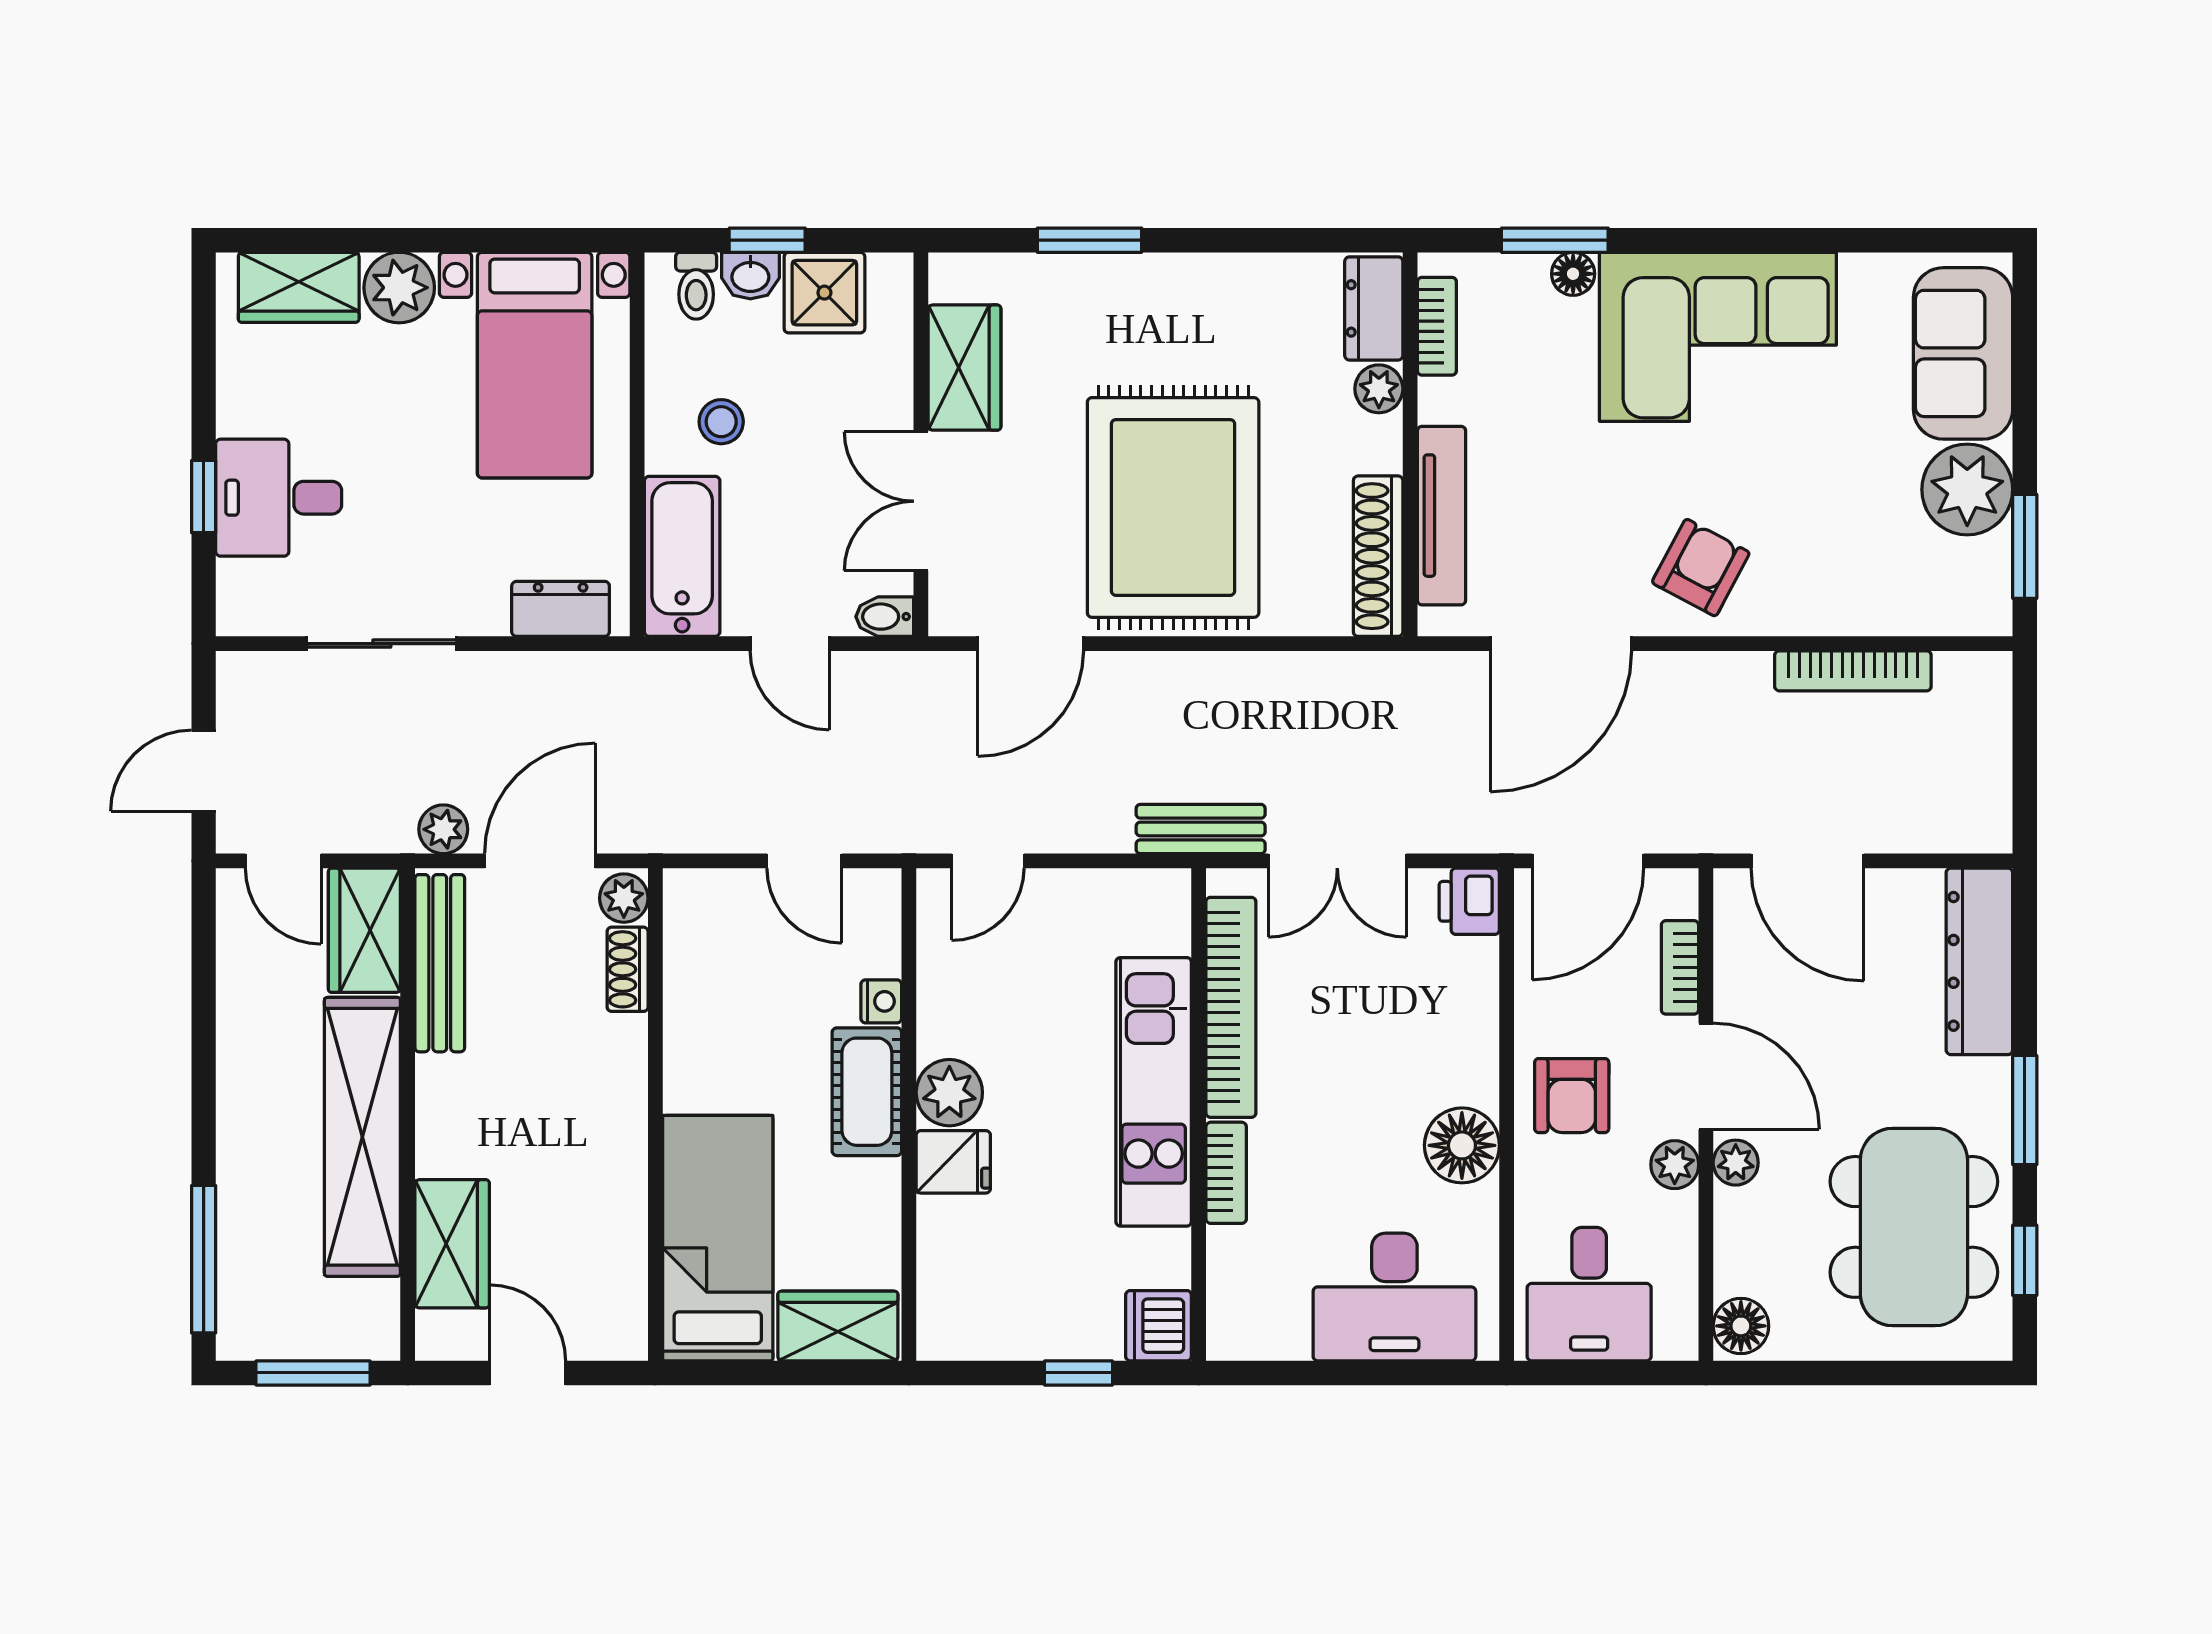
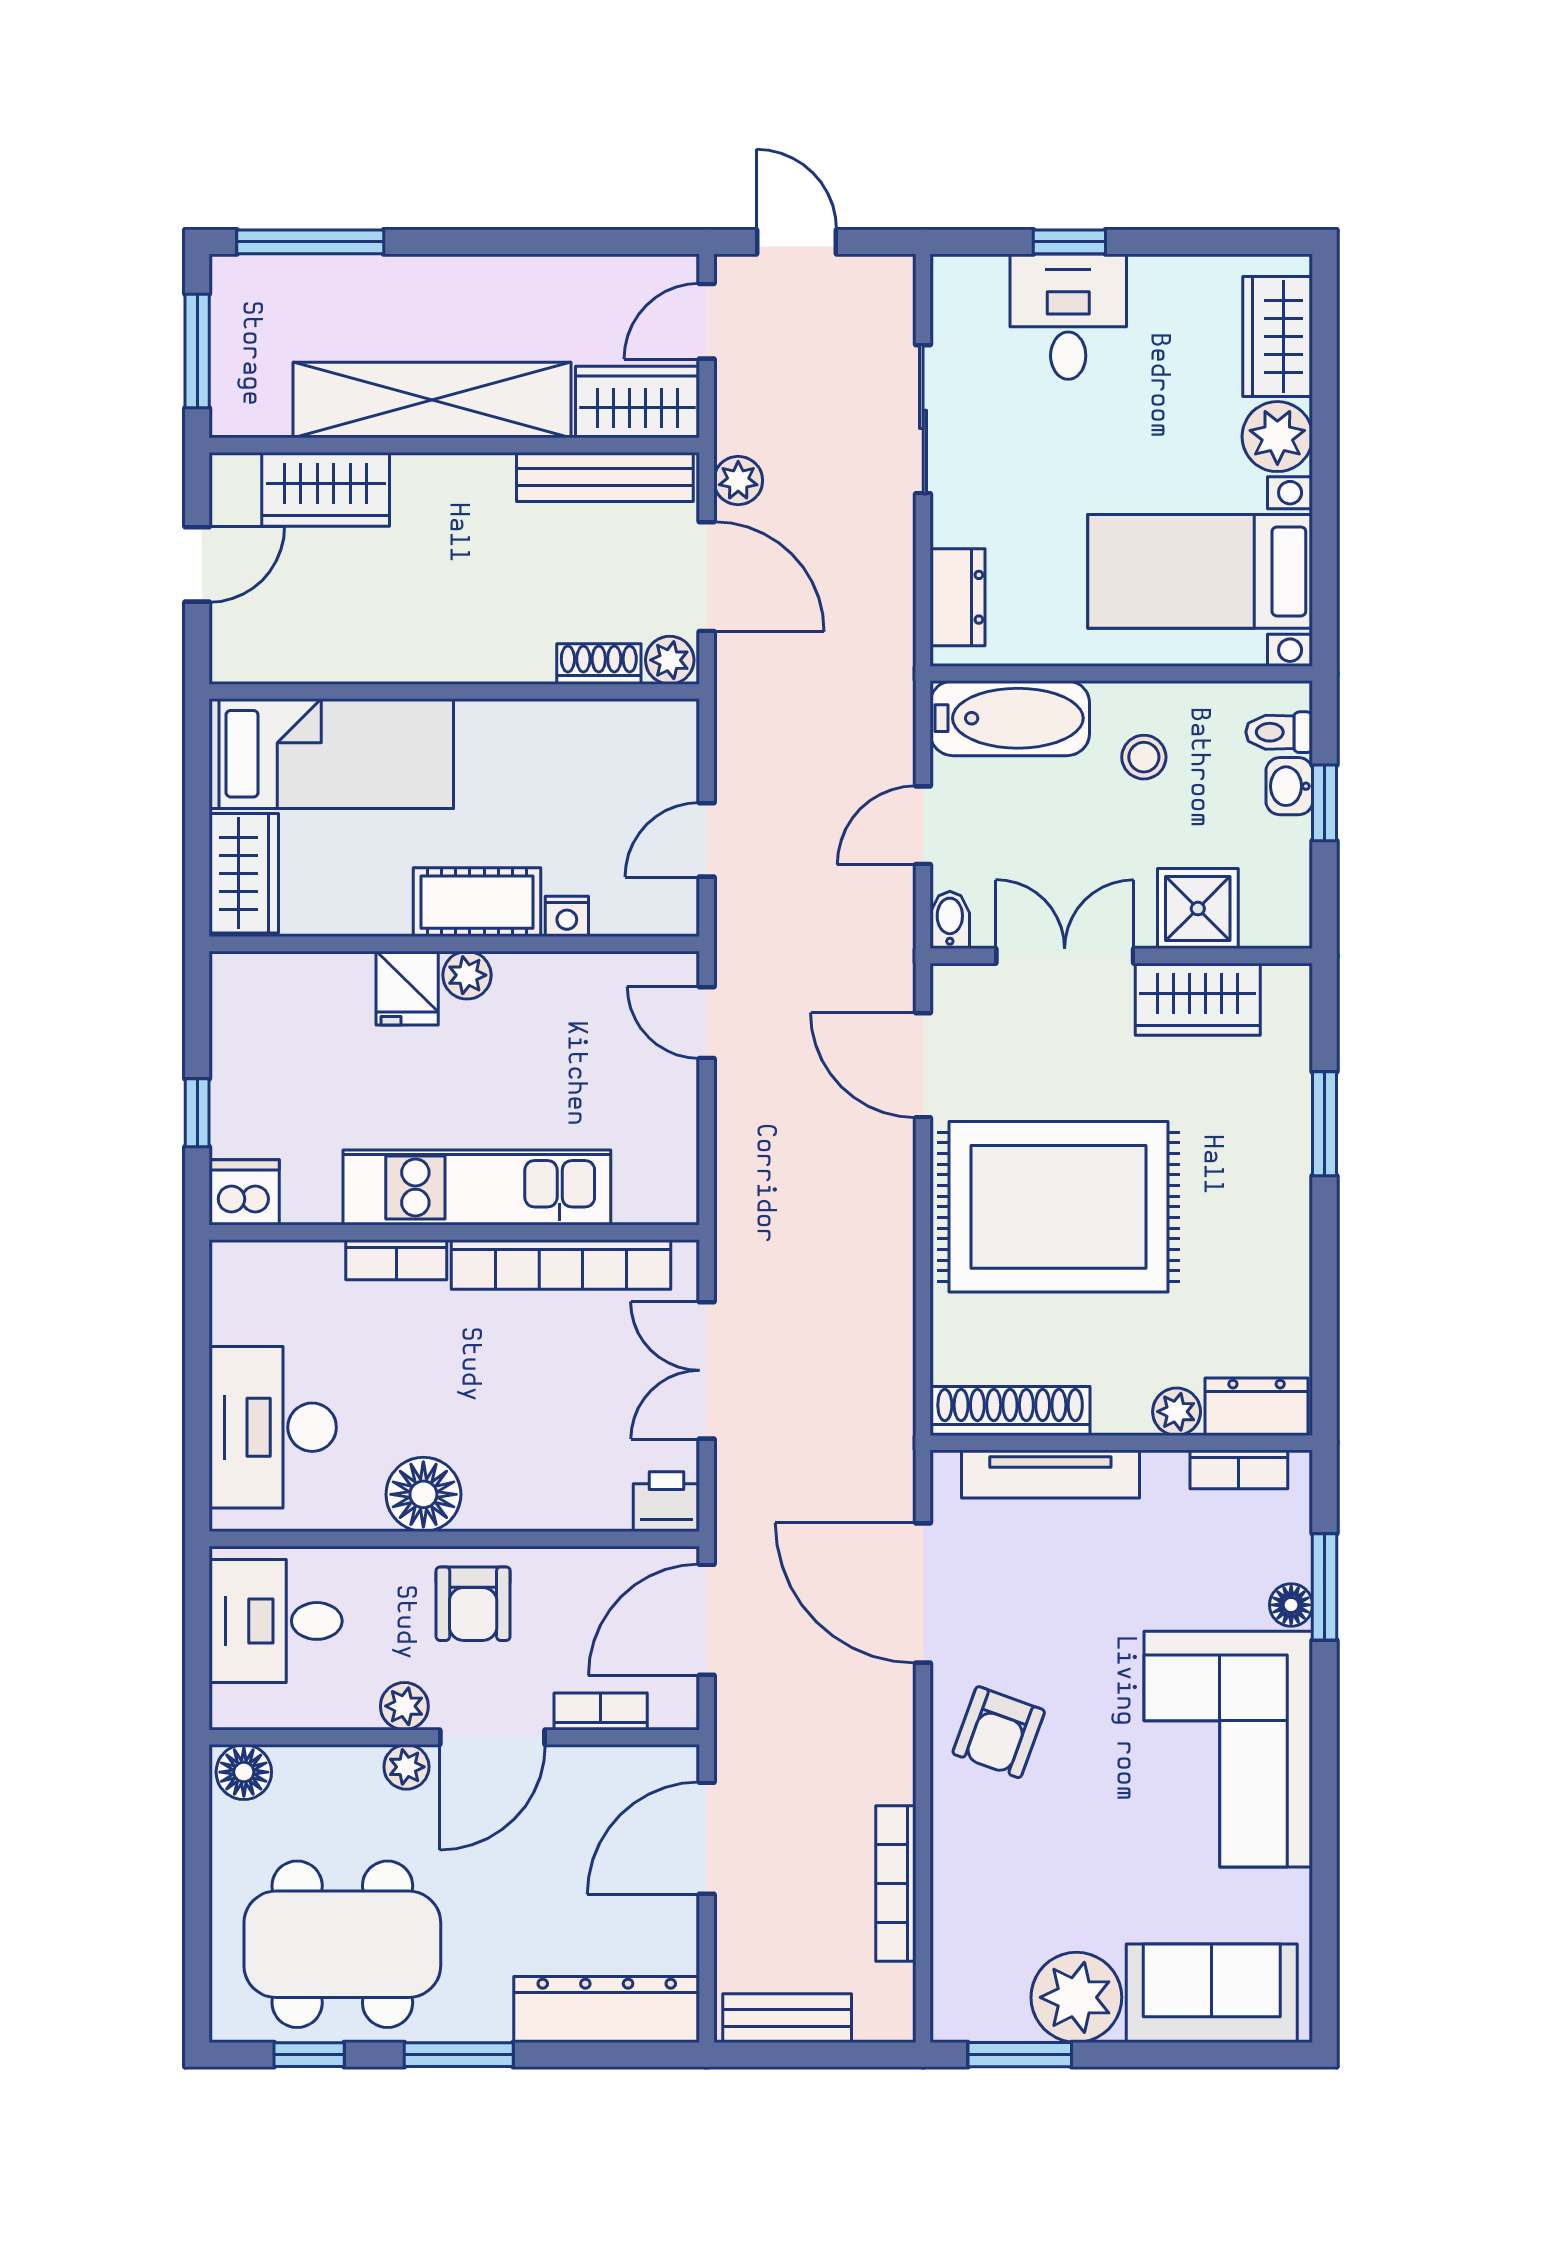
shower: (824, 293) -> (1198, 909), moved
armchair: (1701, 568) -> (999, 1732), turned 82
bench: (1201, 829) -> (787, 2018), moved, turned 90
door: (1588, 861) -> (707, 1620), hinge flipped
plant: (949, 1093) -> (467, 975), width x0.73, depth x0.73
armchair: (1572, 1096) -> (473, 1604), turned -90

